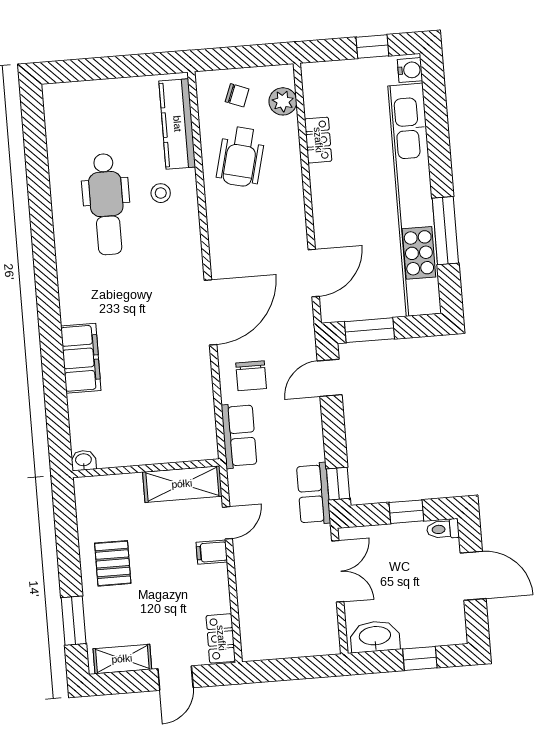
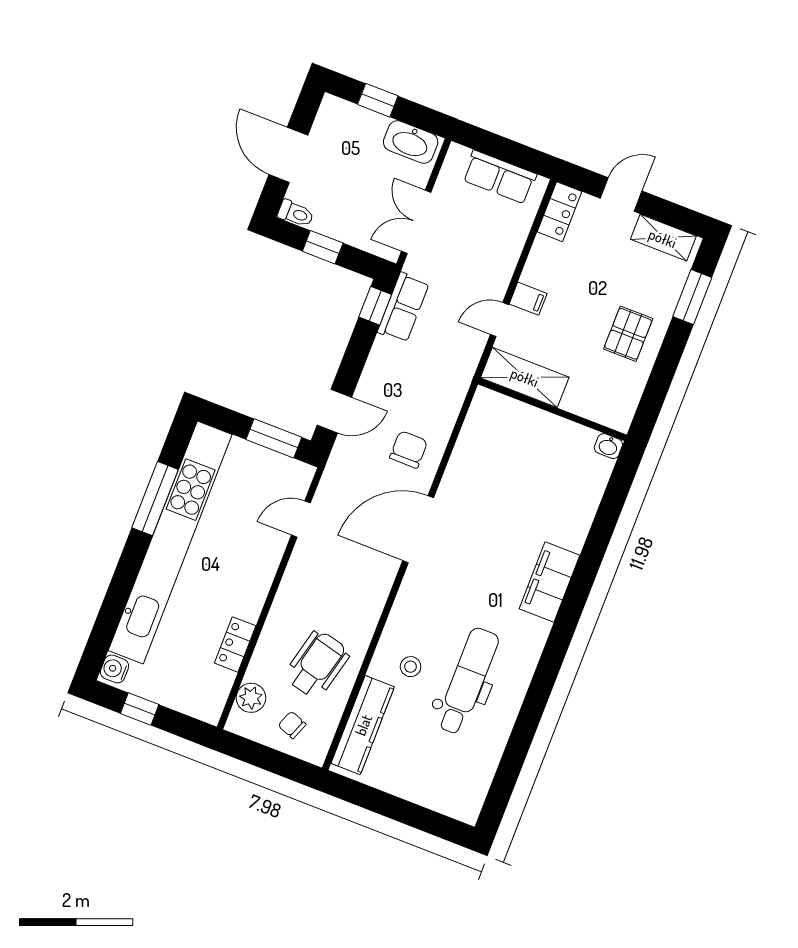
door: (314, 273) -> (301, 519), width x0.73
filing cabinet: (81, 358) -> (549, 582), moved
row of seats: (239, 436) -> (499, 177), moved, turned -90

